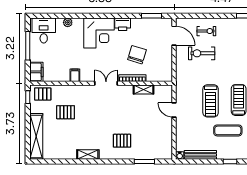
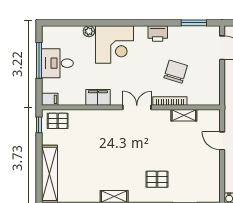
desk: (44, 31) -> (57, 63), moved, turned -90
corner desk: (99, 33) -> (115, 45), moved
filing cabinet: (36, 72) -> (50, 99), width x0.50
filing cabinet: (75, 75) -> (98, 97), width x2.00
pallet: (66, 112) -> (86, 144), removed

